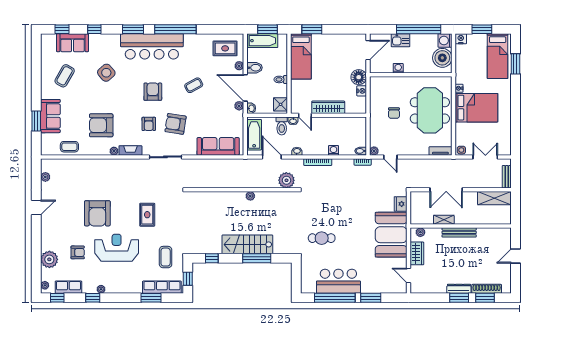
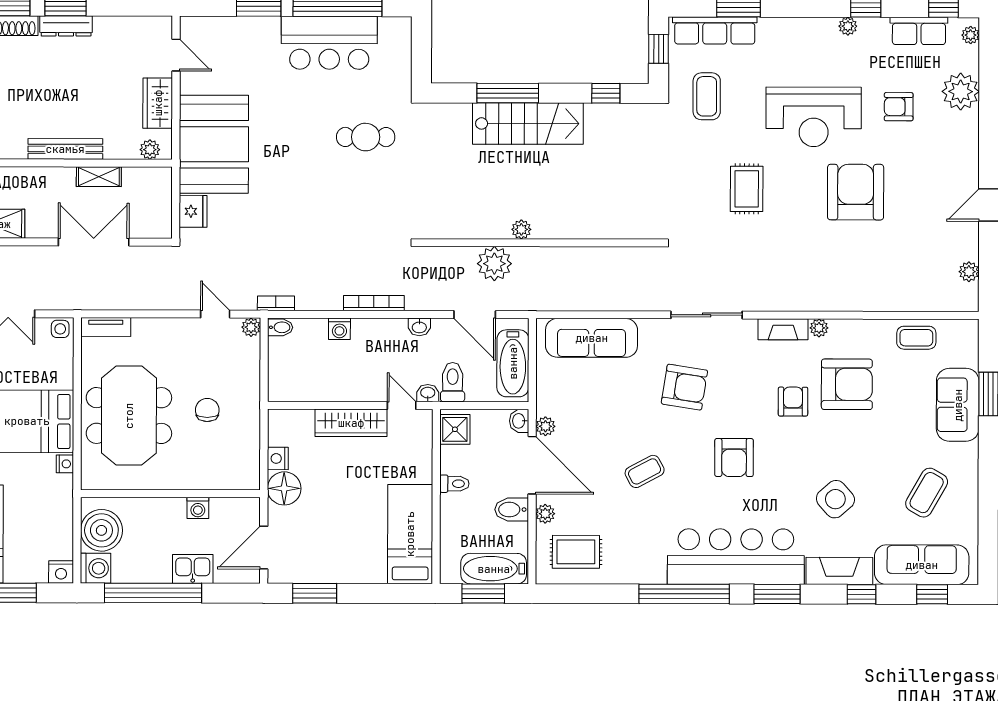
window: (312, 29) -> (315, 593), moved
fireplace: (104, 40) -> (839, 571), added
sofa: (72, 43) -> (922, 565), width x1.36
armchair: (149, 124) -> (793, 402), moved
plant: (286, 180) -> (494, 264), moved

